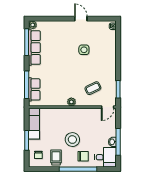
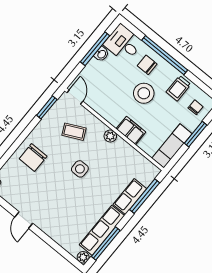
side table: (84, 50) -> (80, 169), moved
chair: (103, 56) -> (33, 157), added
row of seats: (34, 89) -> (130, 197), moved
door: (108, 107) -> (75, 97), hinge flipped
filing cabinet: (63, 114) -> (131, 130), added

